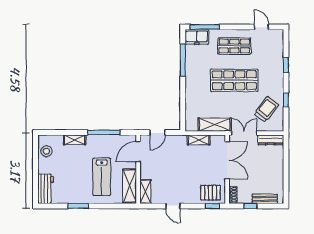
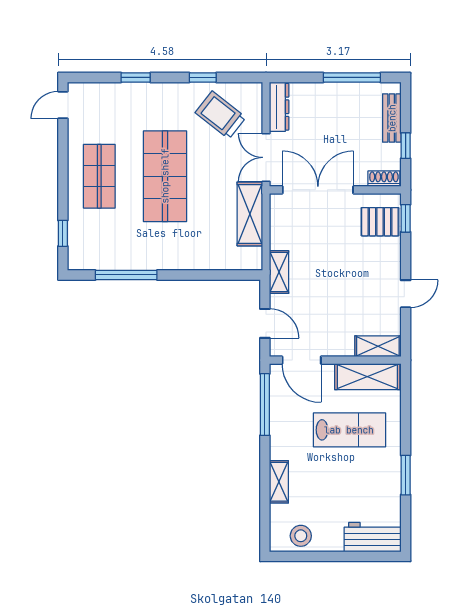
window: (204, 27) -> (63, 233), width x0.46
door: (261, 27) -> (63, 105), moved
freezer: (197, 37) -> (82, 248), removed
window: (104, 132) -> (265, 405), moved
shelving: (199, 140) -> (279, 272), moved
window: (286, 178) -> (352, 77), added
pallet: (211, 193) -> (380, 222), turned 90

